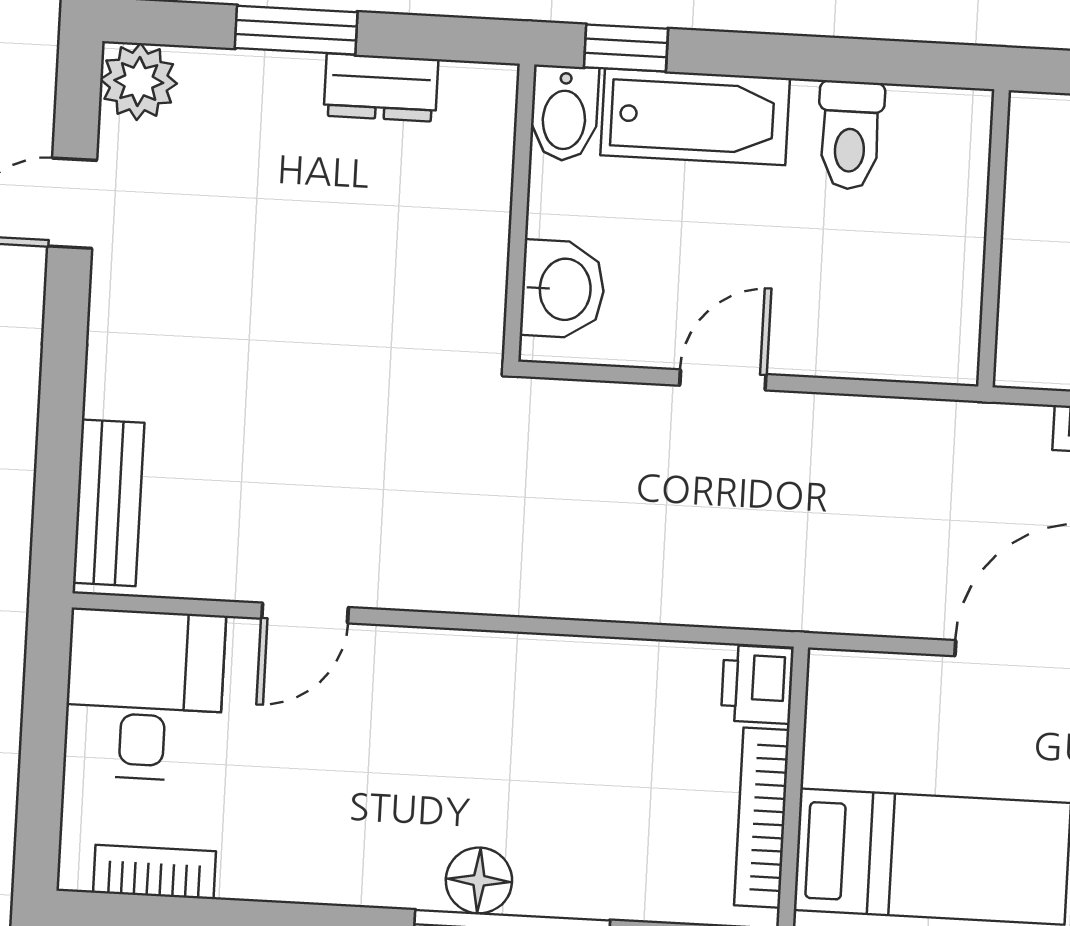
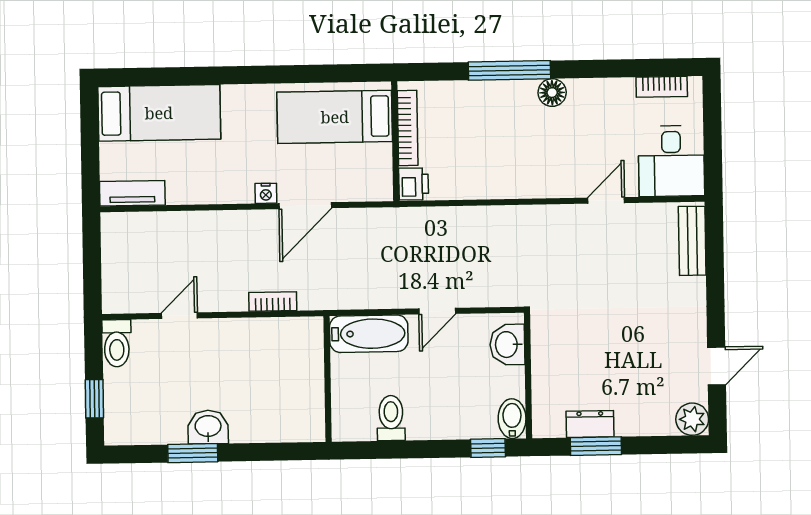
window: (296, 30) -> (596, 446), moved
bathtub: (695, 117) -> (369, 334), moved, turned 180
floor lamp: (479, 880) -> (552, 93), moved

